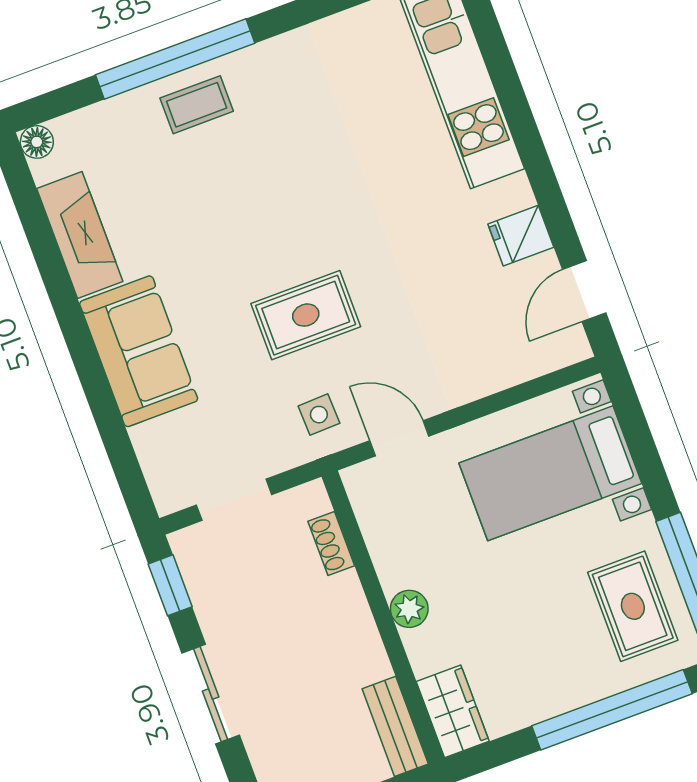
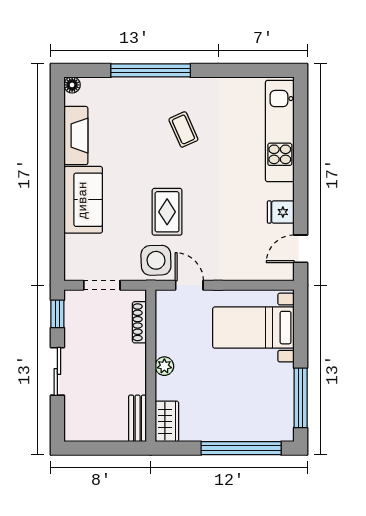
coffee table: (197, 105) -> (183, 129), moved, turned 66
rug: (306, 315) -> (167, 212), turned 90
side table: (319, 415) -> (156, 260), width x1.87, depth x1.87
shoe rack: (331, 543) -> (139, 322), width x1.43
rug: (633, 606) -> (269, 404), removed

